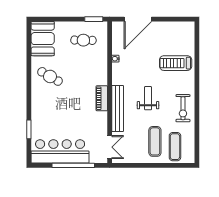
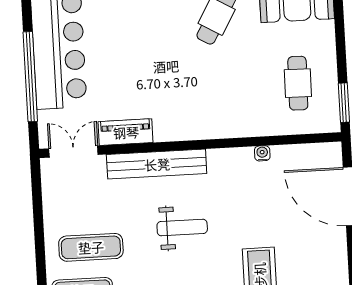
piano: (102, 98) -> (126, 132), moved
double door: (110, 147) -> (73, 152), swing flipped

